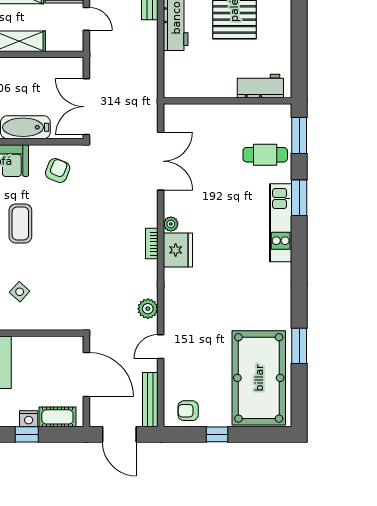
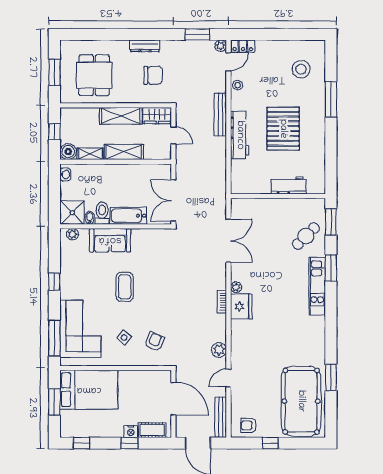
workbench: (260, 86) -> (289, 185), moved
cafe table: (265, 155) -> (306, 236), turned -45
armchair: (58, 170) -> (154, 342), moved

